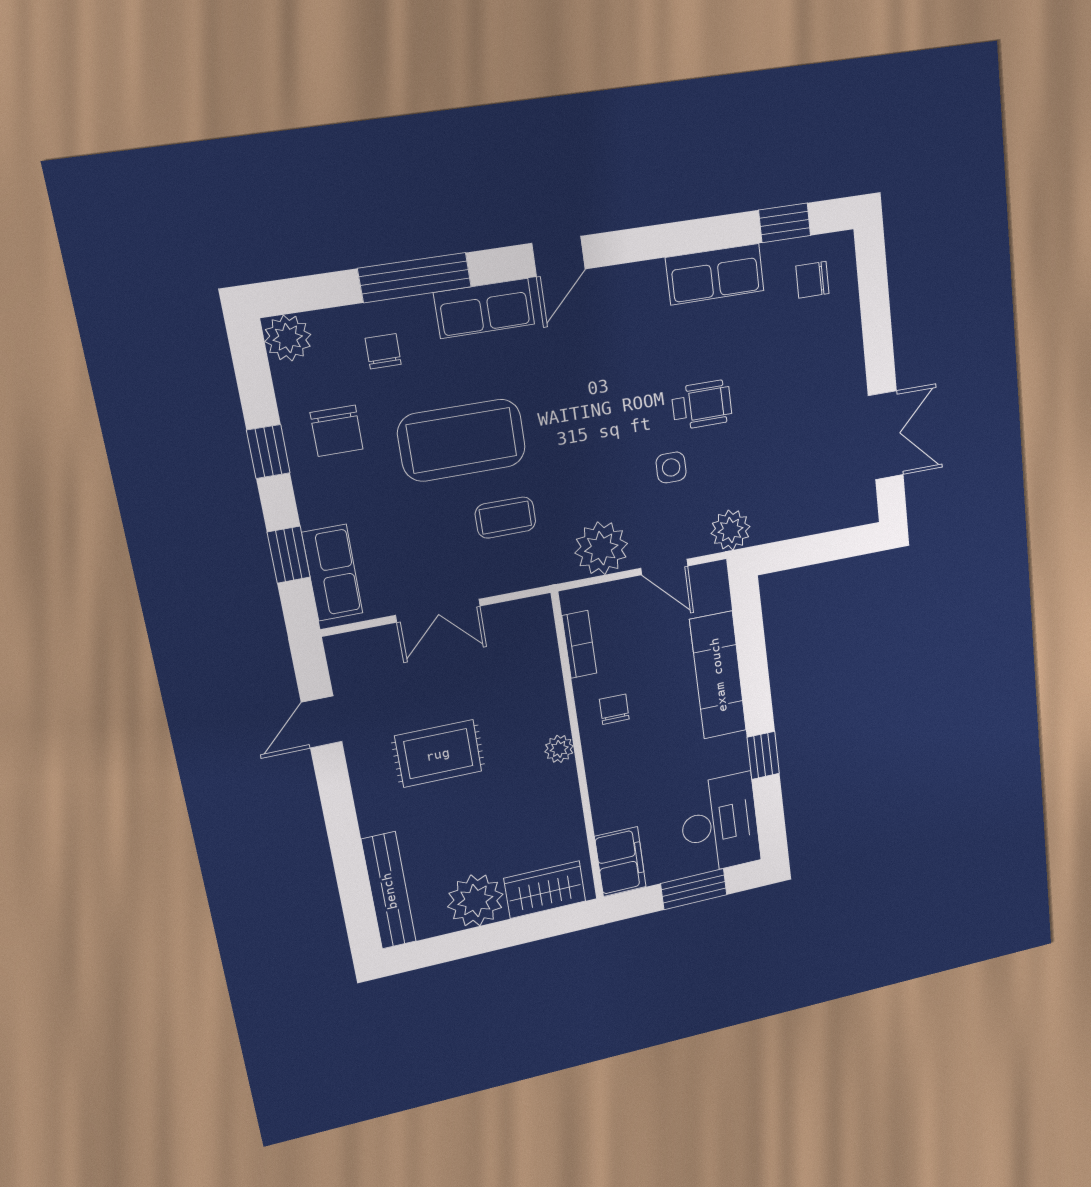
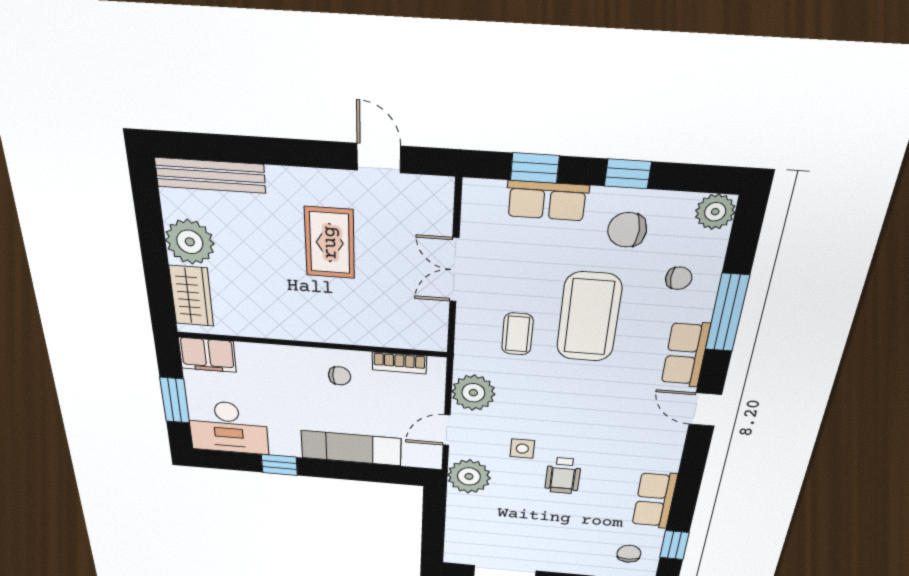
plant: (731, 530) -> (469, 476), width x1.36, depth x1.36
row of seats: (332, 573) -> (547, 201), moved
plant: (559, 749) -> (314, 331), removed

